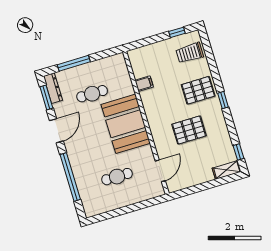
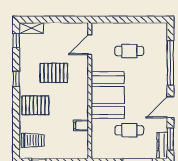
window: (223, 100) -> (16, 79), moved

